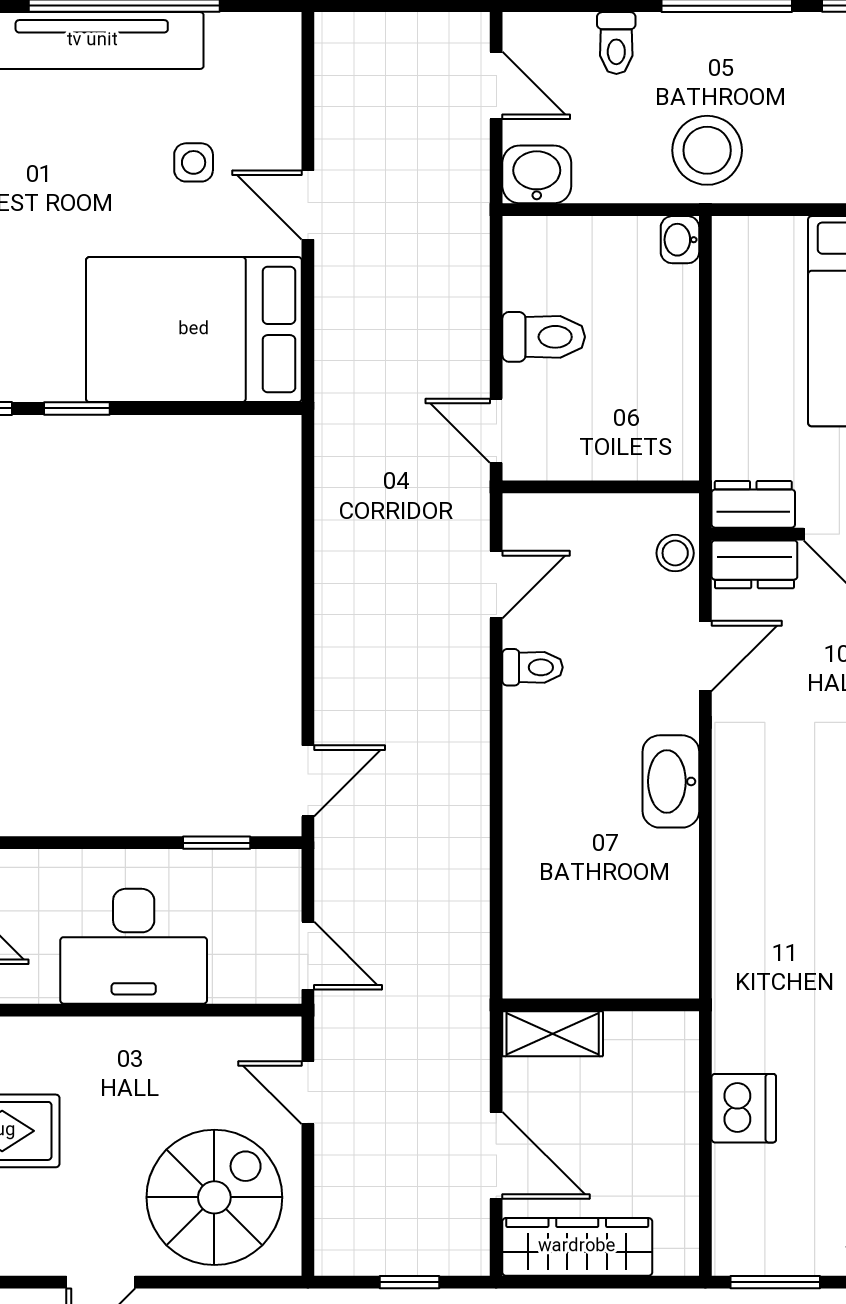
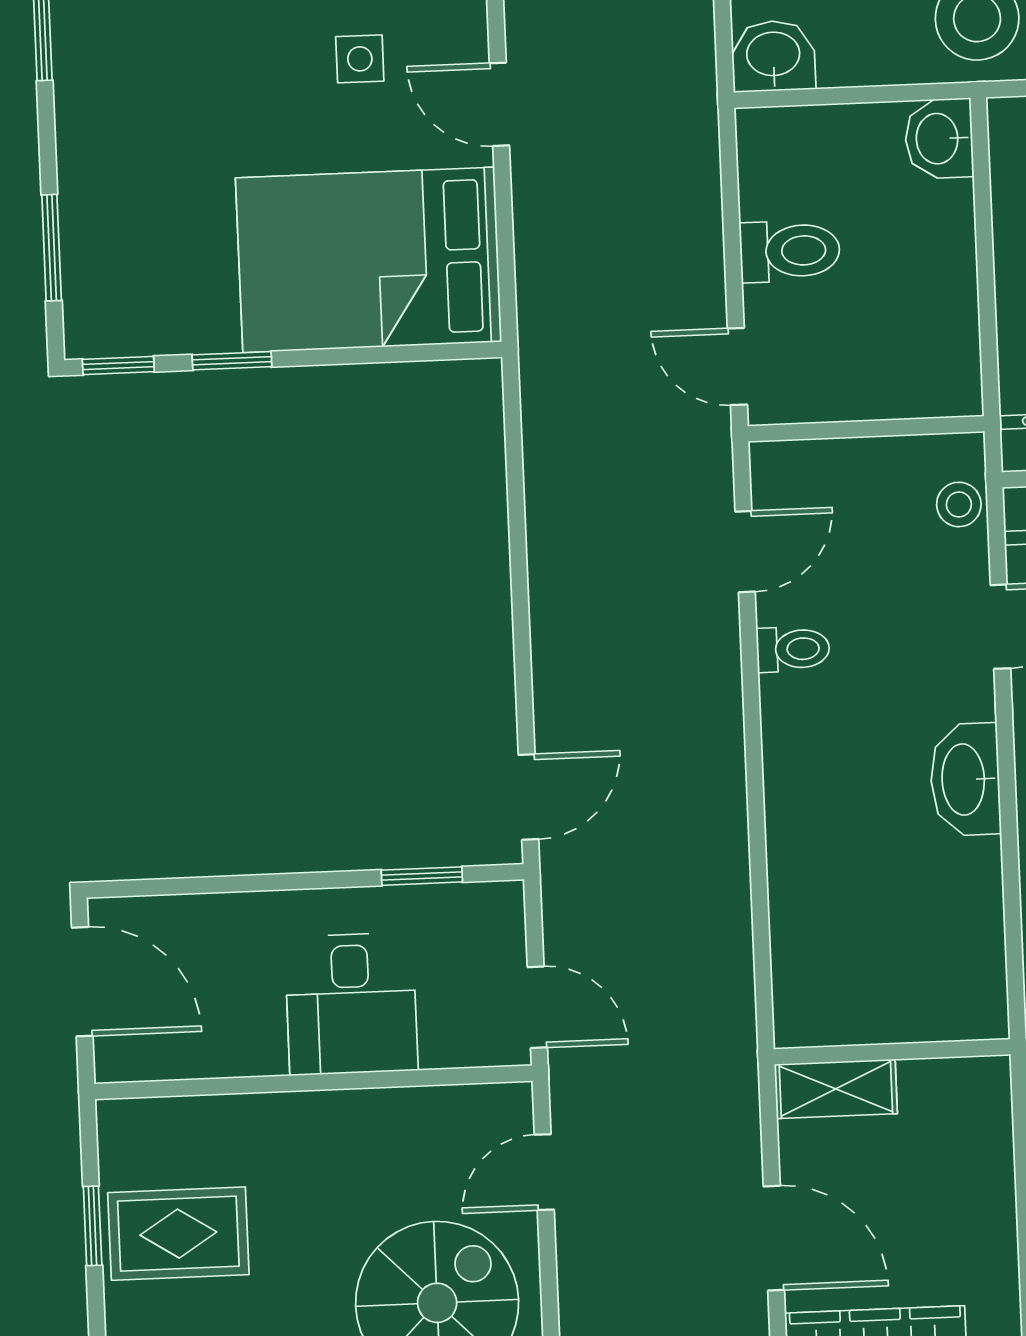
washbasin: (680, 240) -> (939, 139), width x1.38, depth x1.45
desk: (134, 946) -> (351, 1004), width x0.73
door: (308, 1093) -> (544, 1172), hinge flipped

